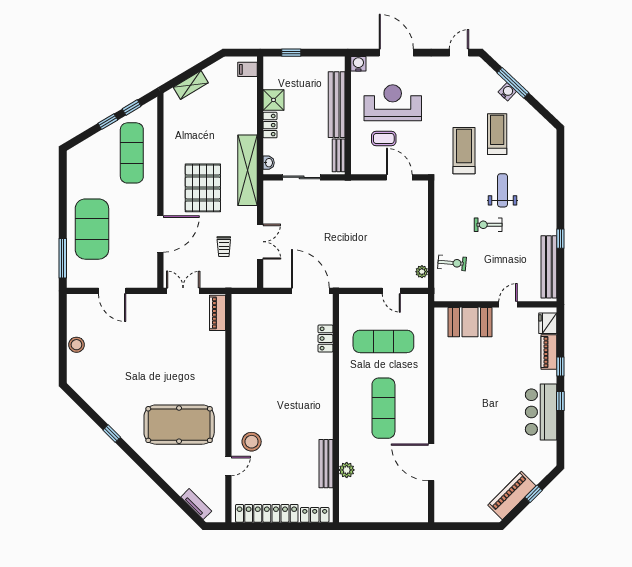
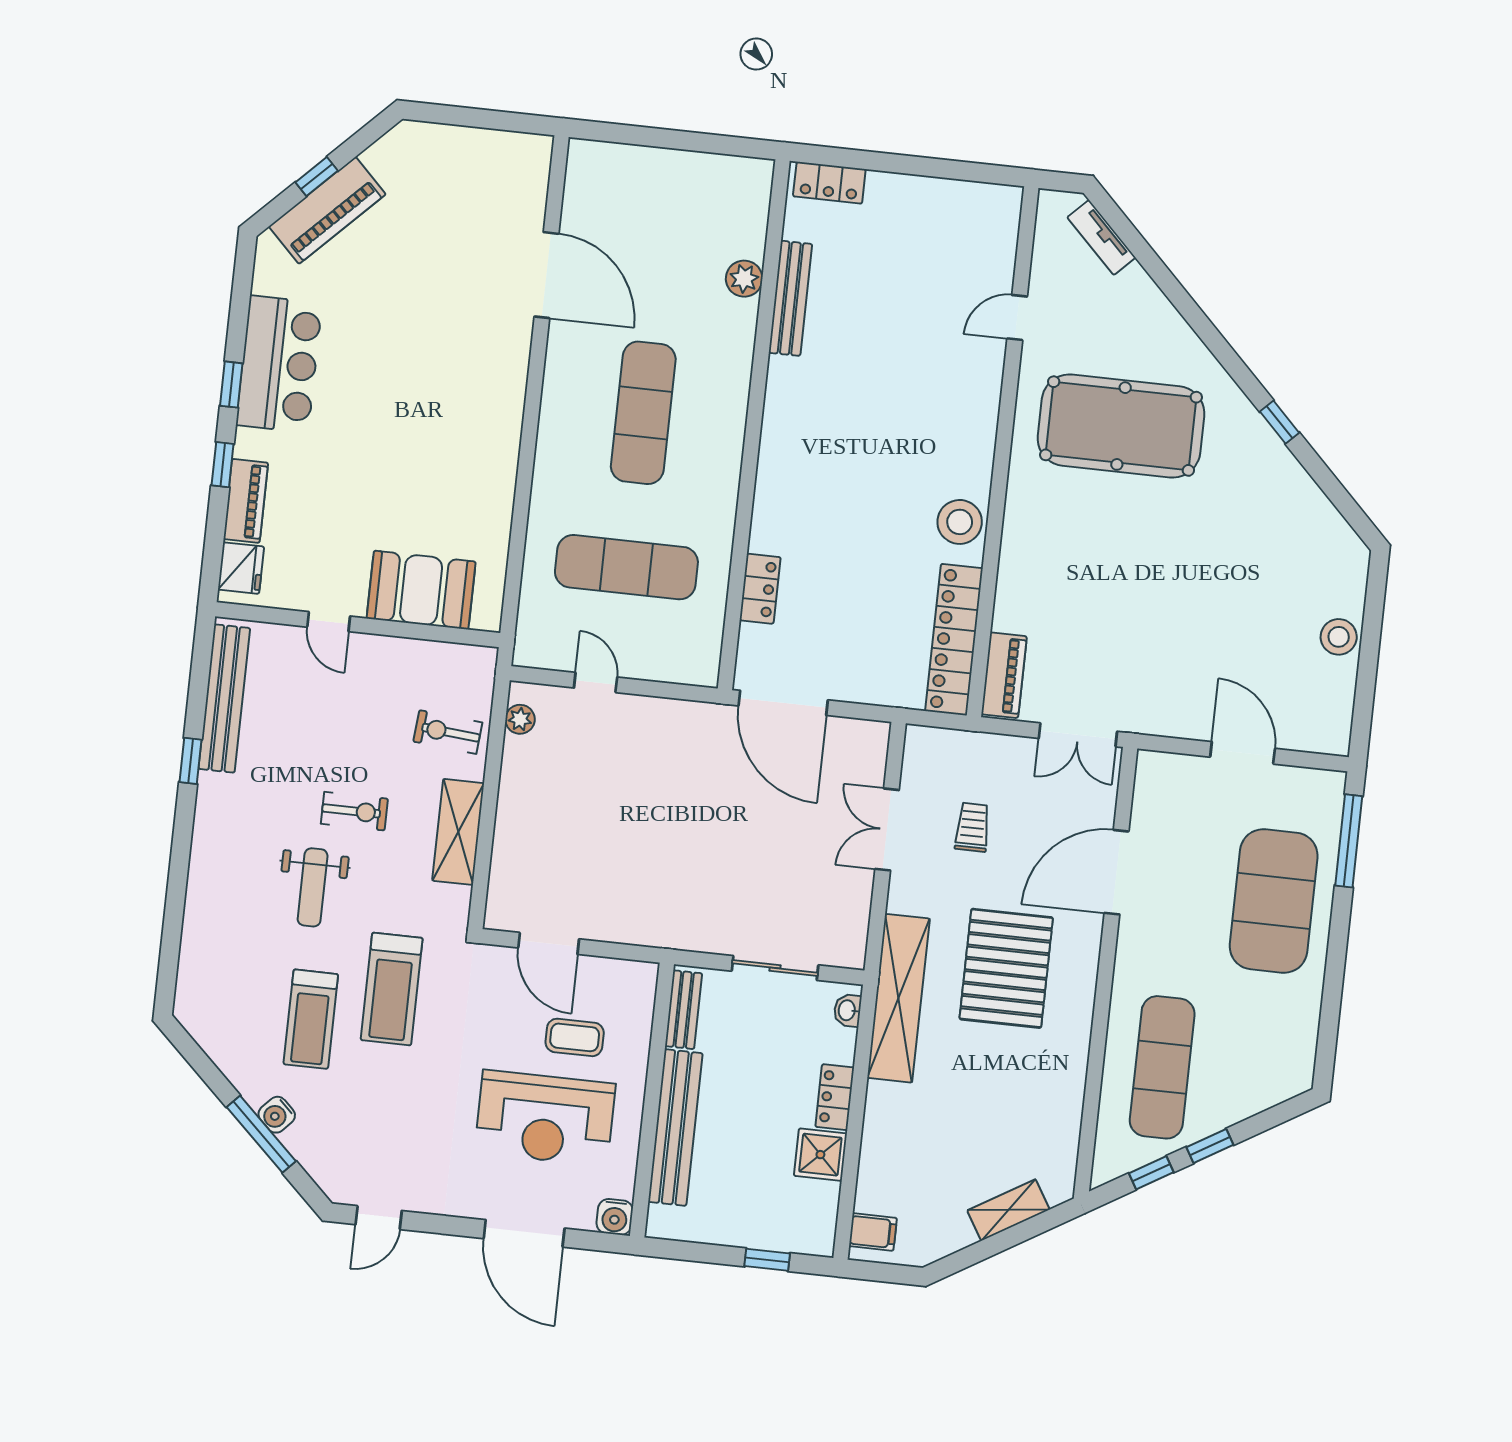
shelving: (443, 221) -> (458, 832), added
door: (508, 304) -> (329, 622), hinge flipped
stool: (252, 442) -> (960, 522), moved
piano: (512, 495) -> (327, 210), moved
locker: (267, 513) -> (954, 640), moved, turned 90

